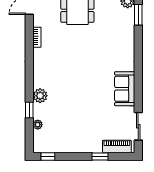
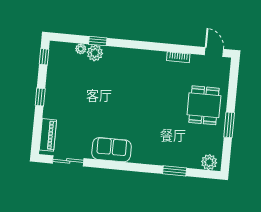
window: (138, 15) -> (175, 171), moved
plant: (40, 96) -> (95, 53), moved
window: (100, 157) -> (40, 97), moved

